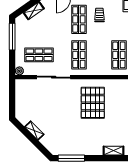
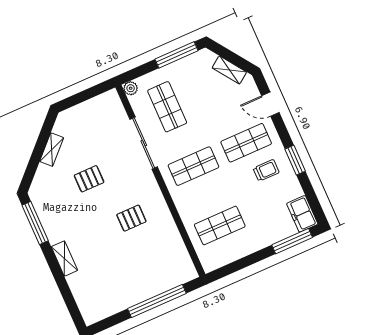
pallet: (93, 103) -> (131, 218), width x0.49, depth x0.50
pallet: (60, 117) -> (89, 179), added
shelving: (114, 151) -> (64, 259), moved

